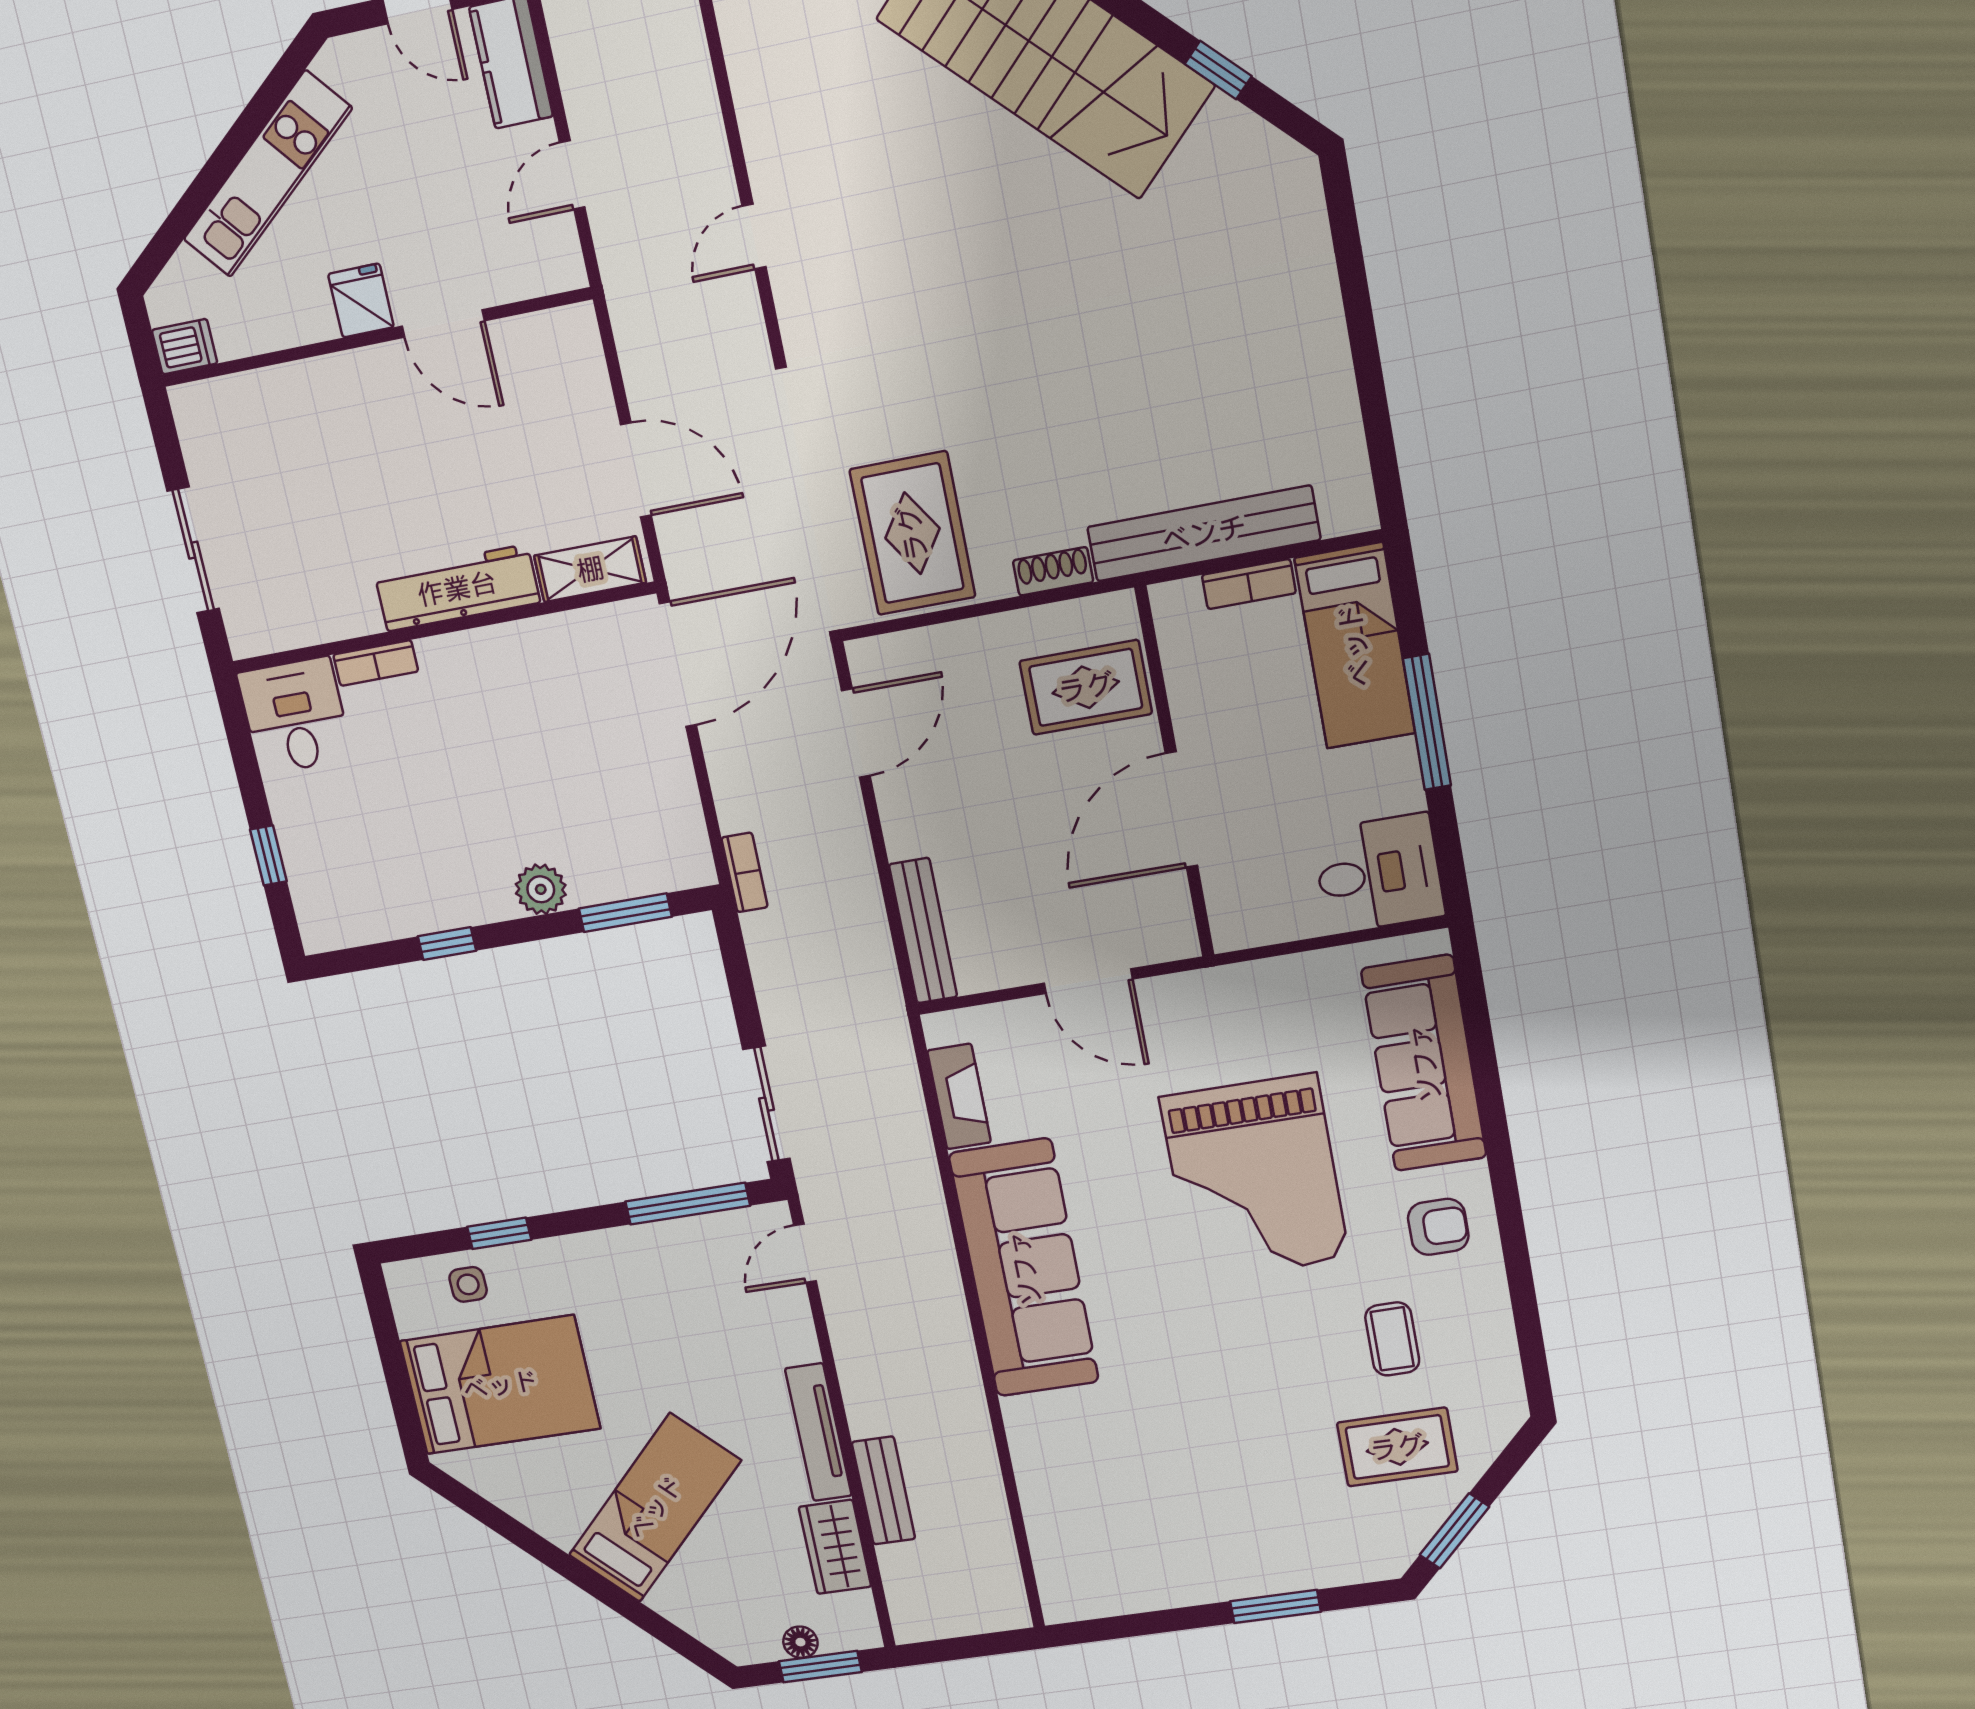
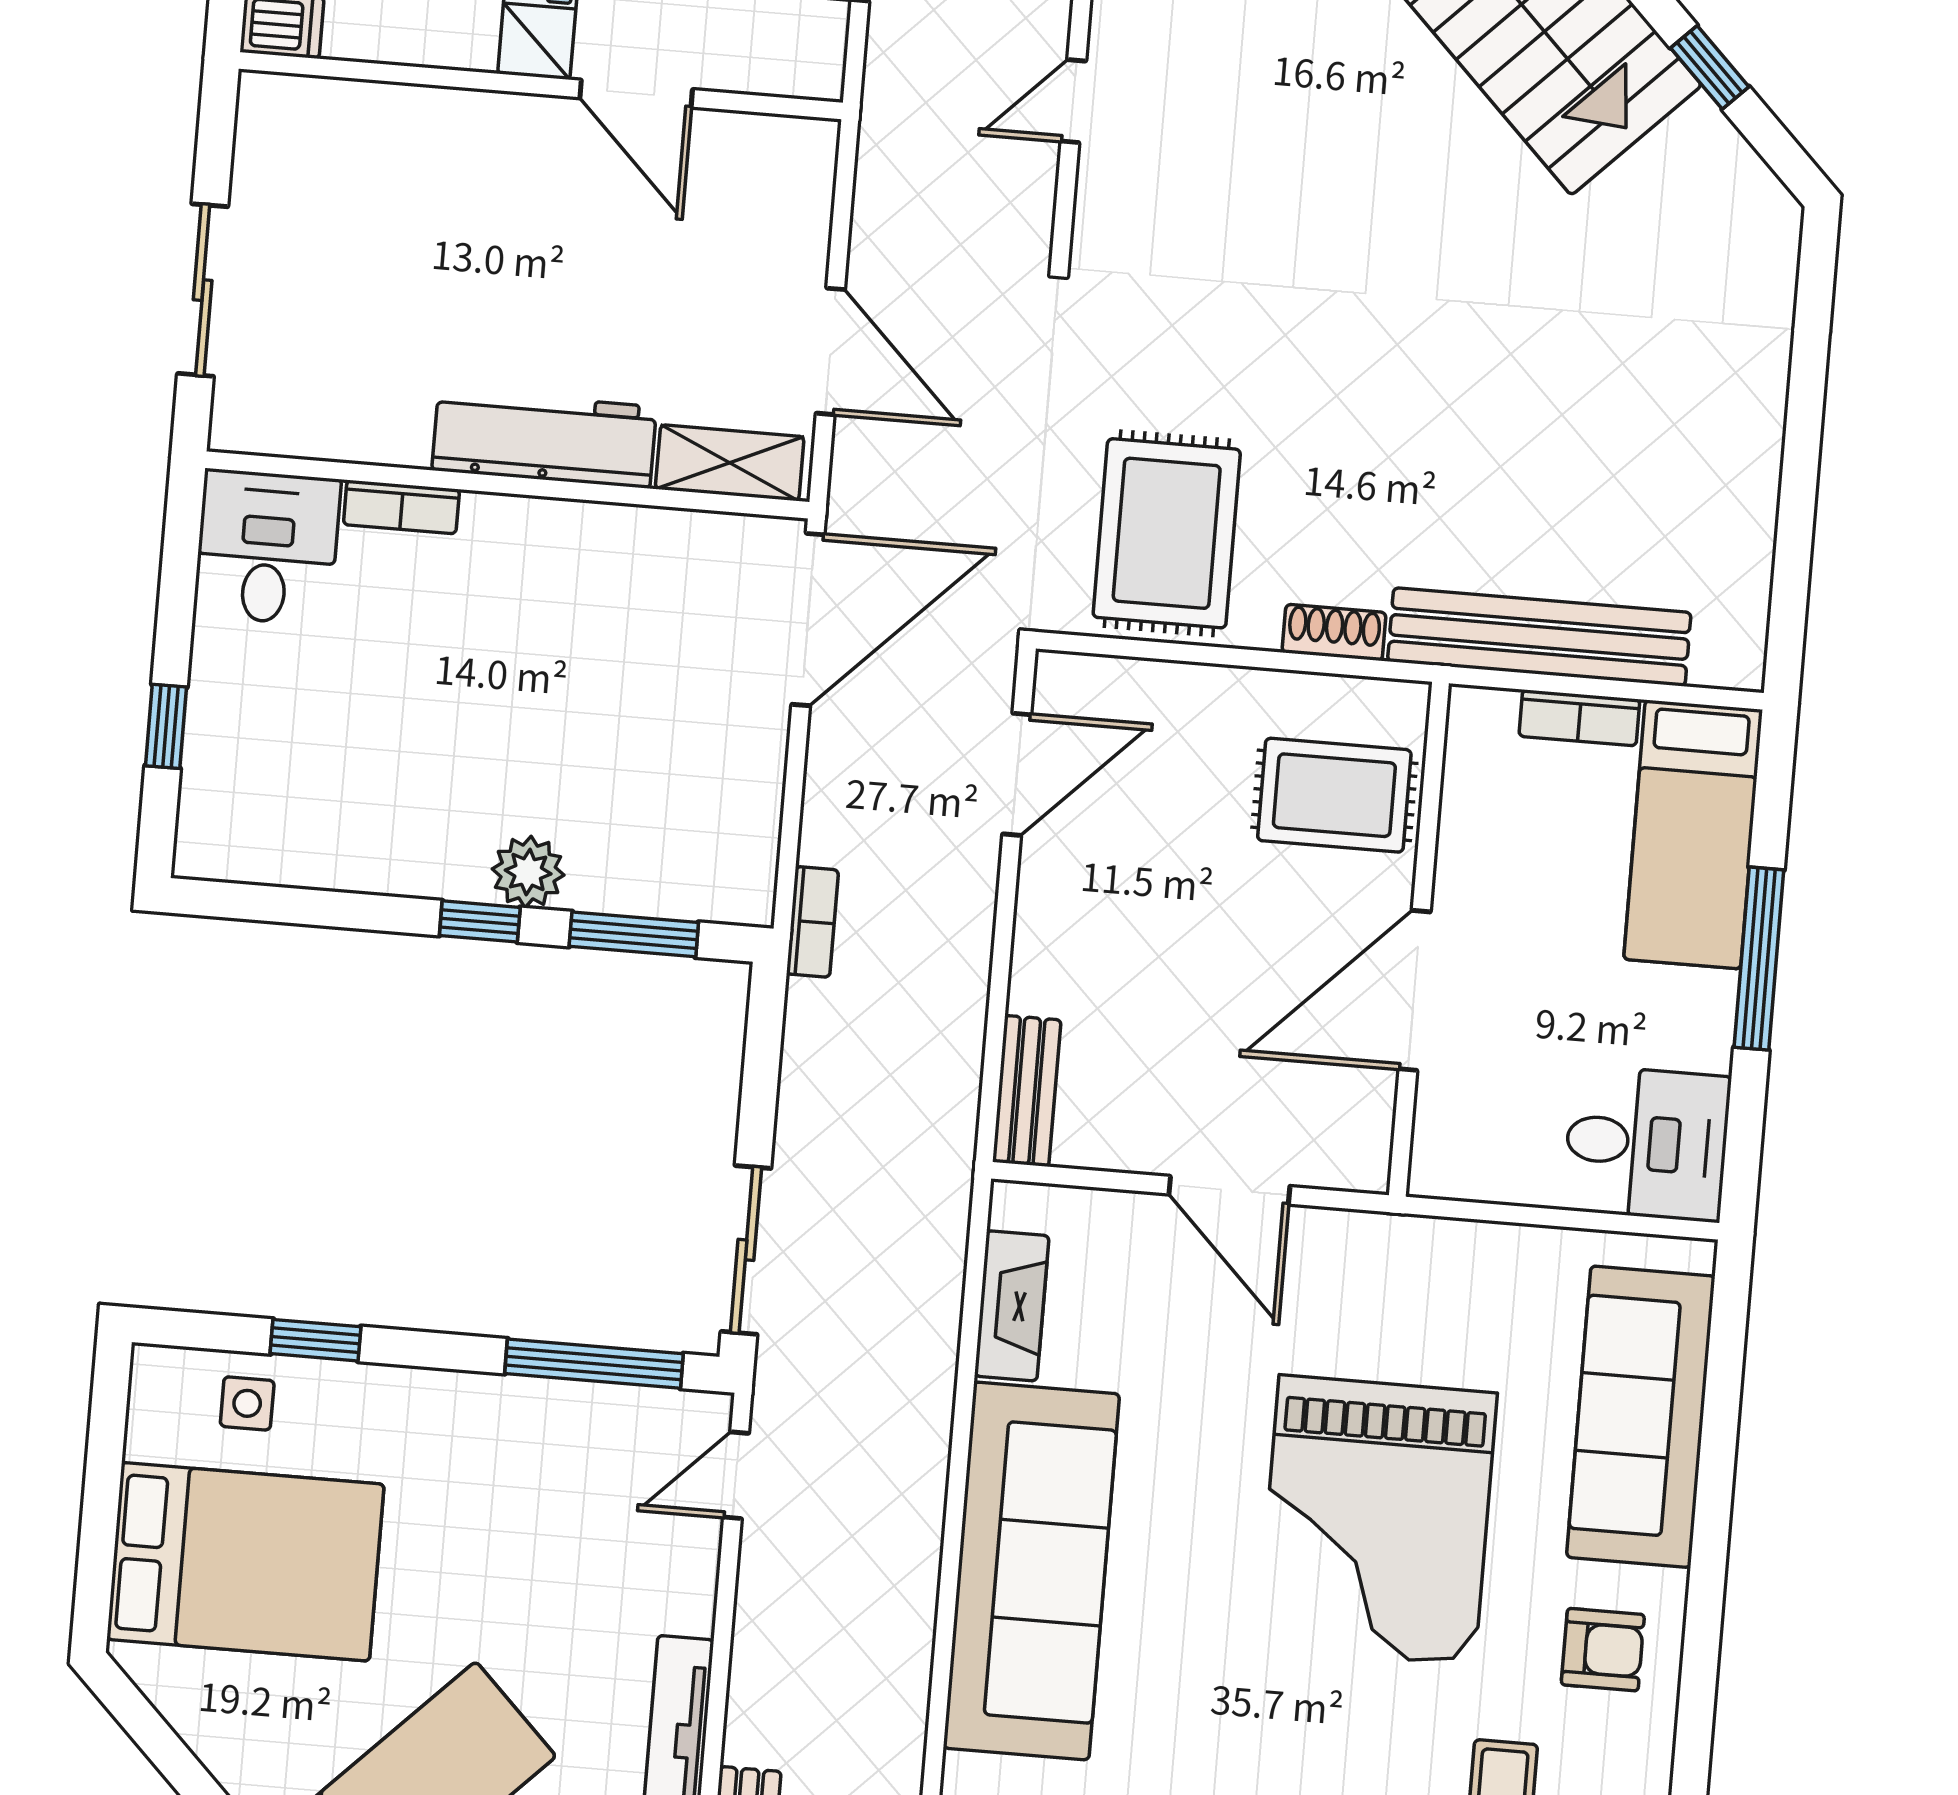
bench: (923, 931) -> (1027, 1091), width x0.73
window: (447, 943) -> (480, 921), moved

